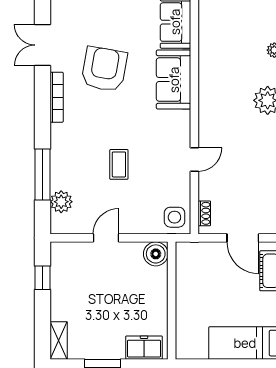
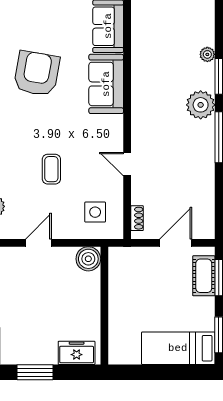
door: (194, 159) -> (127, 164), swing flipped
side table: (174, 217) -> (95, 212), moved
door: (243, 238) -> (176, 243), swing flipped

